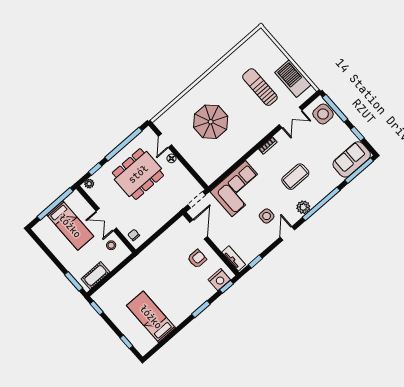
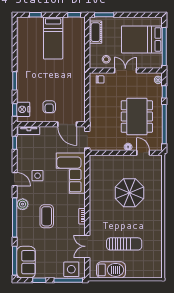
bed: (70, 226) -> (142, 39), width x1.50
bed: (151, 317) -> (53, 38), moved, turned 90

